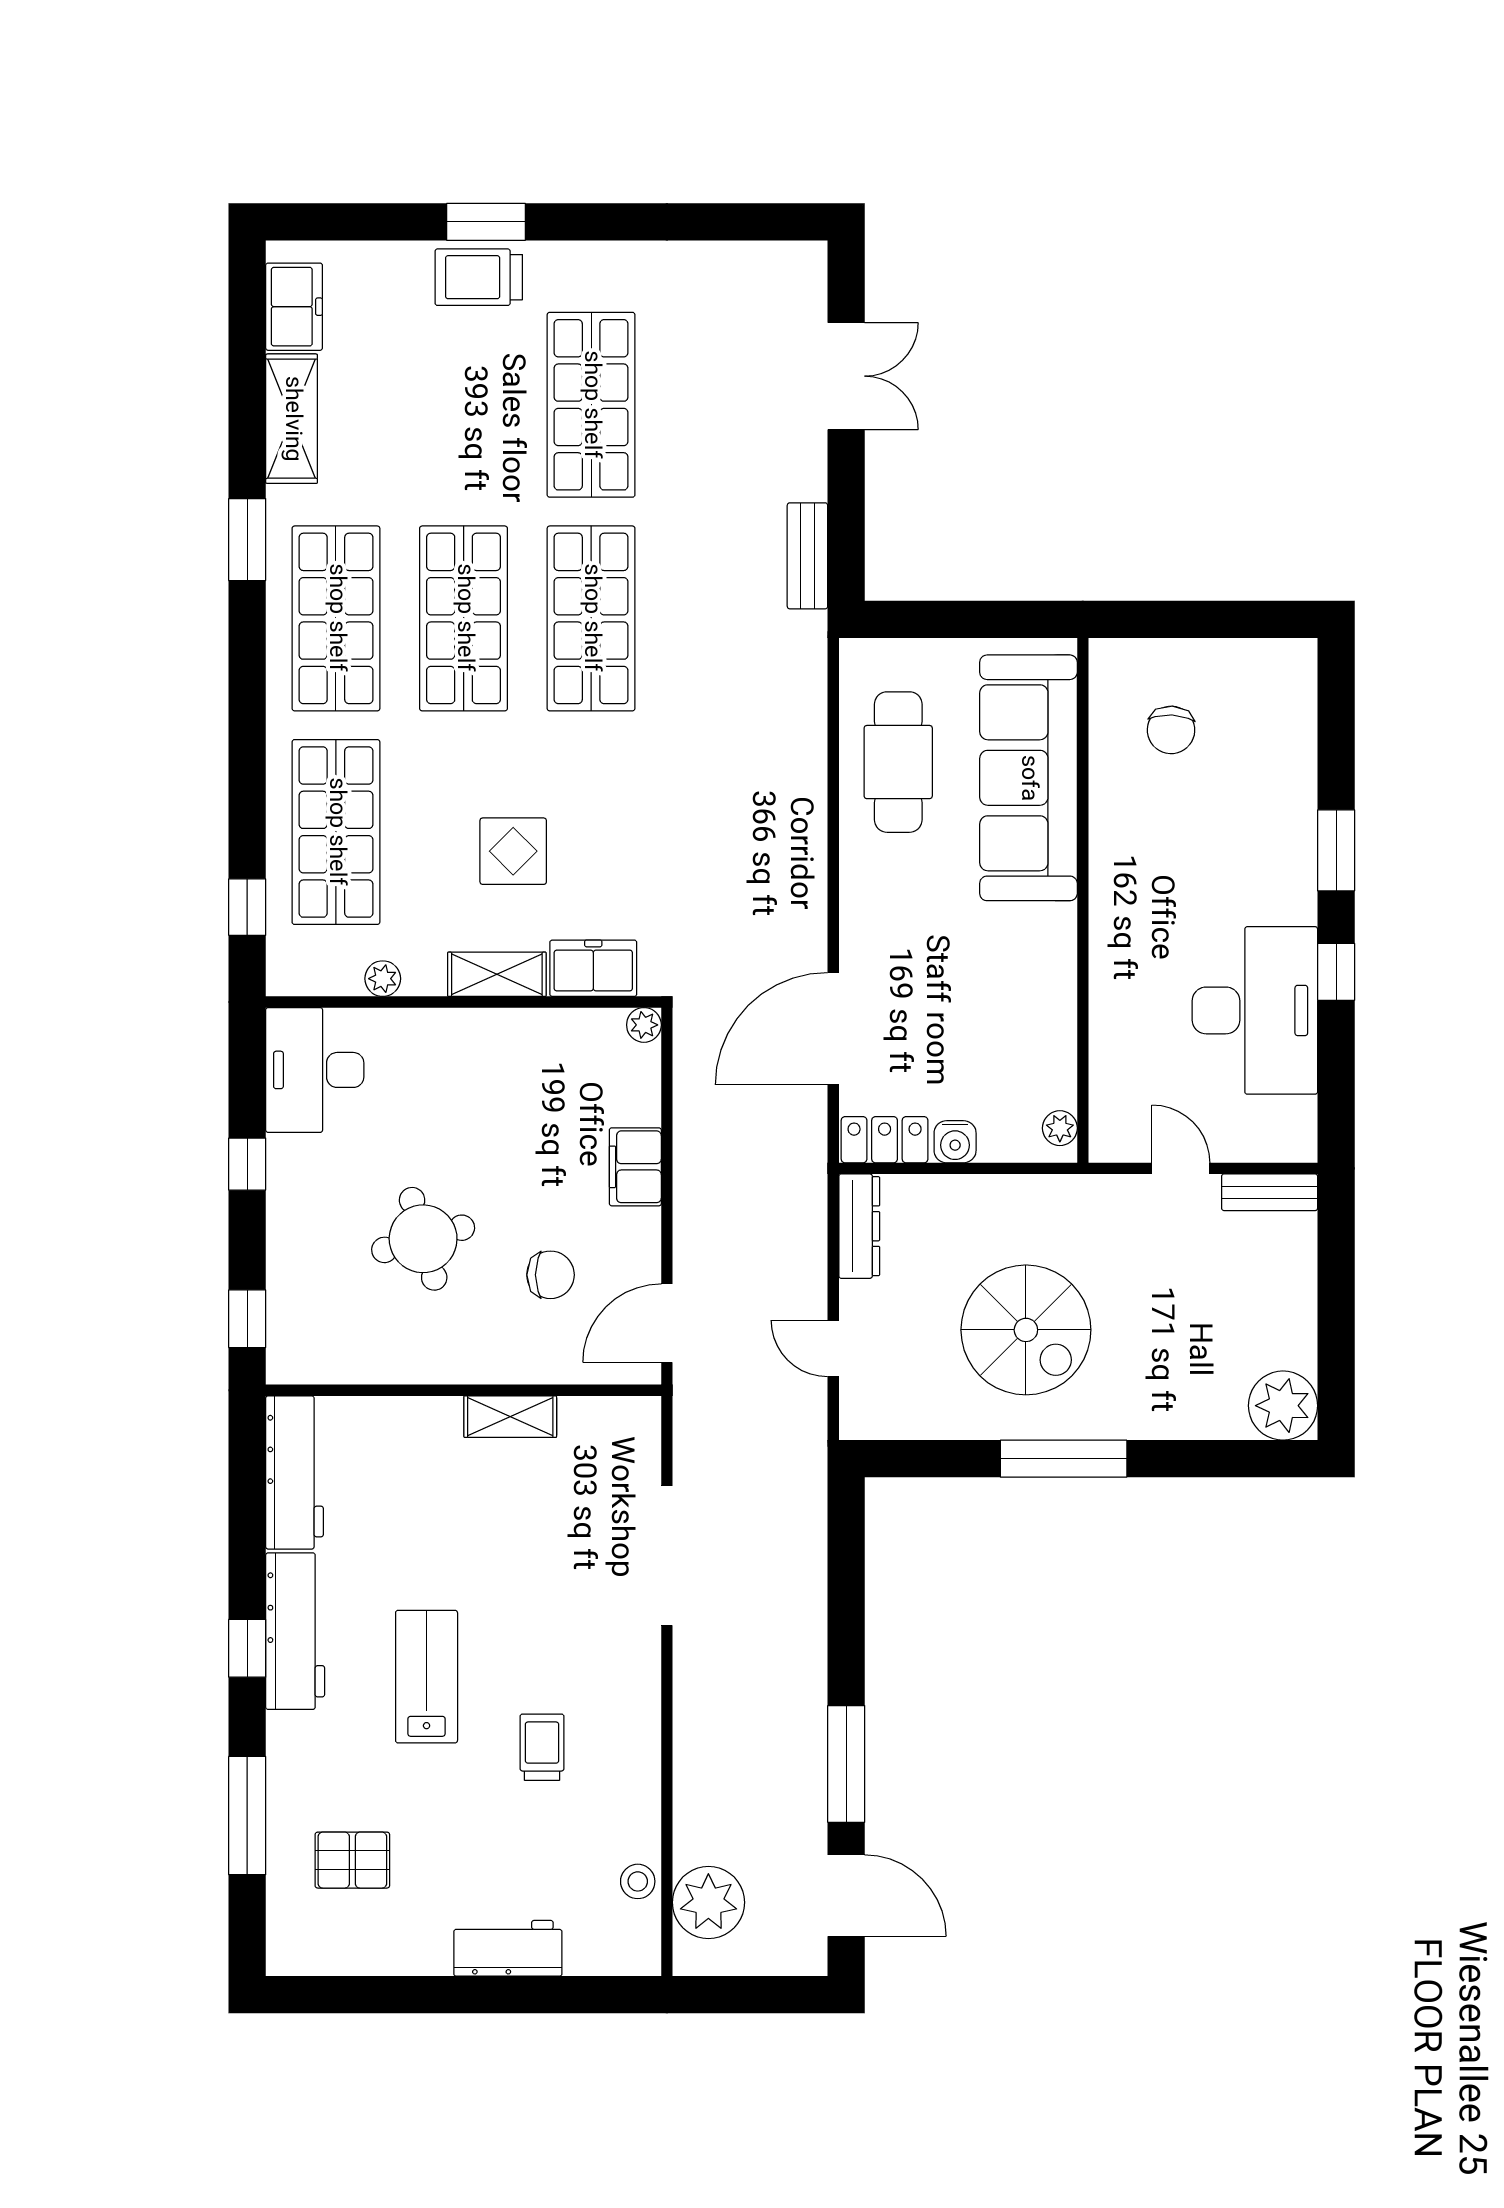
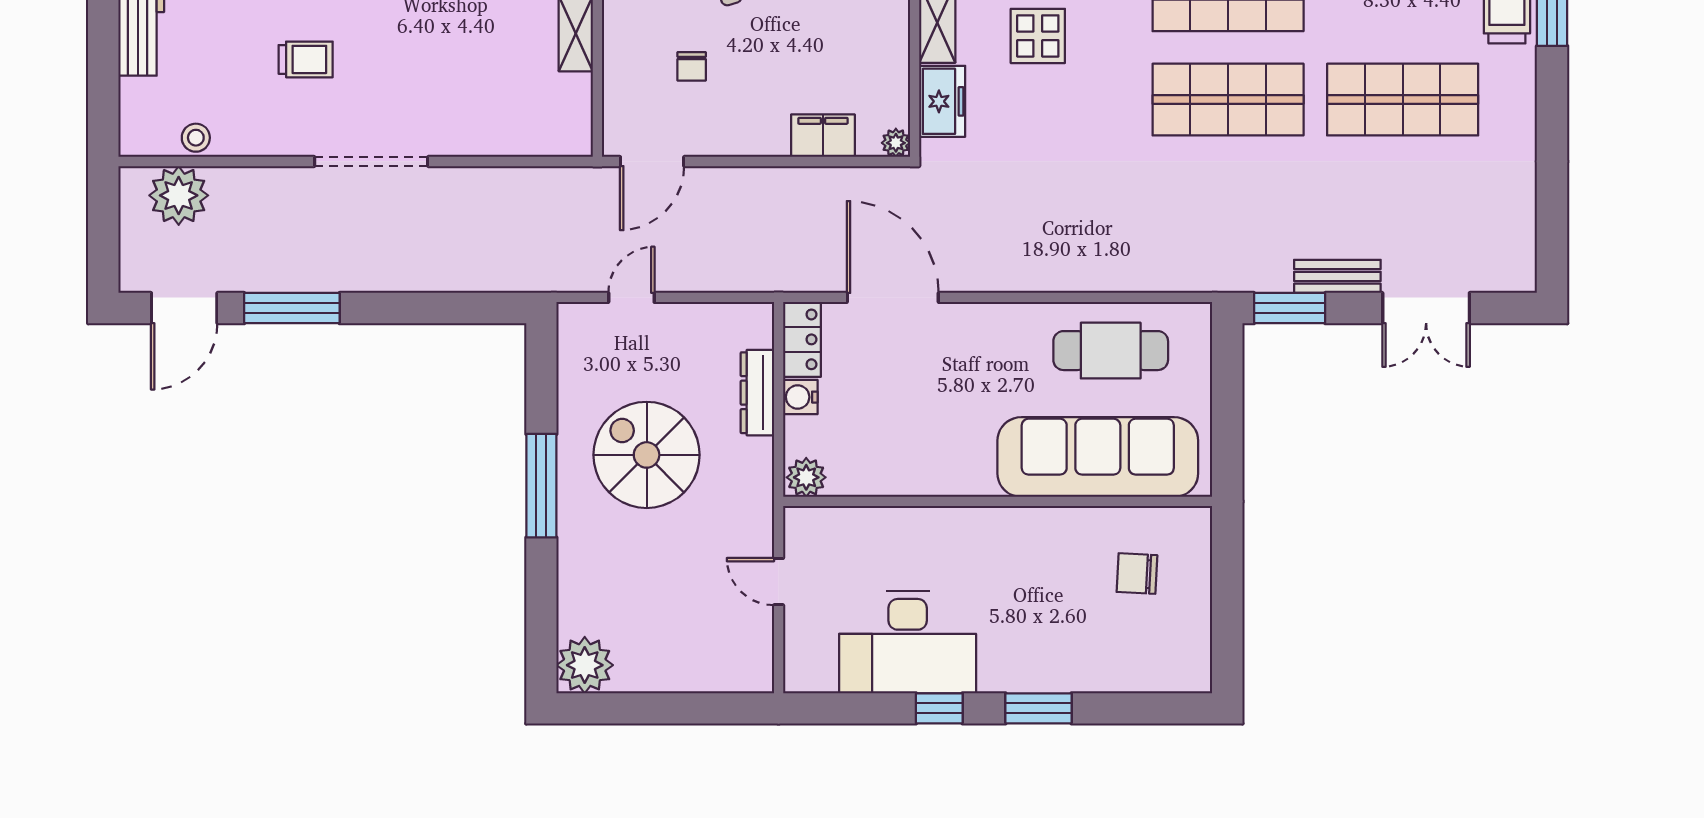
window: (846, 543) -> (1290, 308), added
bench: (807, 556) -> (1337, 276), moved
plant: (1060, 1128) -> (806, 477), width x1.38, depth x1.38
filing cabinet: (635, 1167) -> (823, 136), moved
door: (1181, 1168) -> (779, 582), swing flipped
bench: (1270, 1192) -> (759, 654), removed
dresser: (859, 1226) -> (757, 393), moved, turned 90
chair: (551, 1275) -> (692, 66), width x0.73, depth x0.73
door: (667, 1323) -> (652, 161), swing flipped
spiral stairs: (1026, 1330) -> (647, 455), turned 90
doorway: (667, 1556) -> (371, 161), moved

